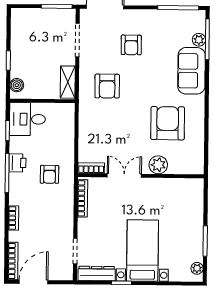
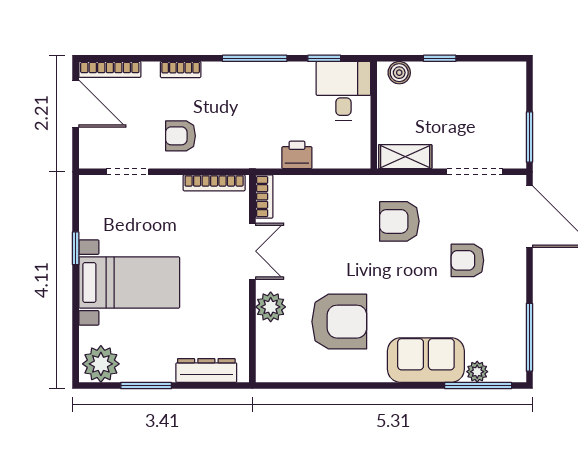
printer: (17, 163) -> (297, 155), moved, turned 180
armchair: (50, 174) -> (180, 136), moved
plant: (197, 268) -> (101, 364), width x1.88, depth x1.88
dresser: (97, 273) -> (206, 370), moved, turned -90

